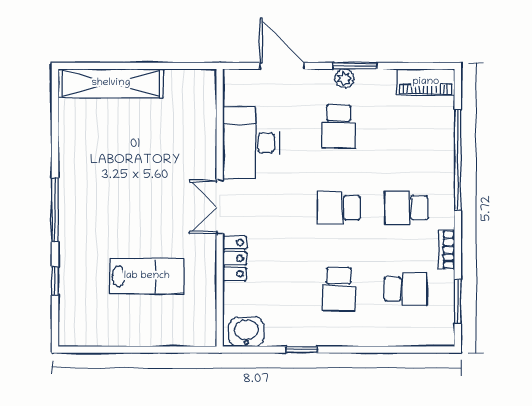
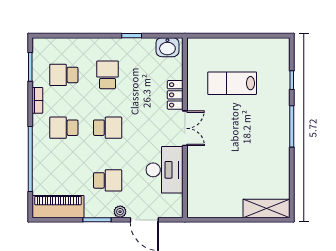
plant: (344, 78) -> (120, 212), moved
piano: (426, 82) -> (58, 207), width x1.37, depth x1.33
shelving: (111, 83) -> (266, 208), width x0.68
school desk: (339, 126) -> (108, 180), turned 90
school desk: (406, 208) -> (64, 128), turned 180

